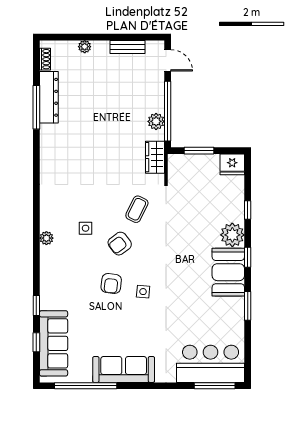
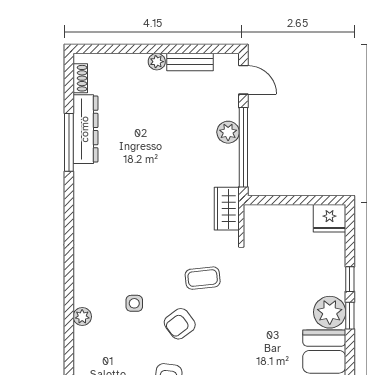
plant: (85, 47) -> (157, 62), moved
plant: (156, 121) -> (228, 132), moved
window: (199, 151) -> (285, 200), removed
coffee table: (137, 209) -> (203, 278), turned 58
window: (248, 257) -> (350, 316), moved

